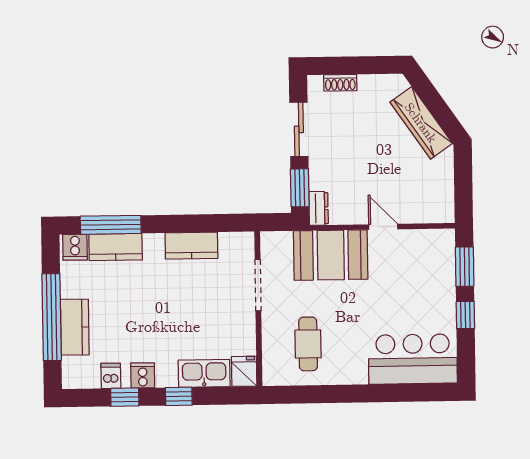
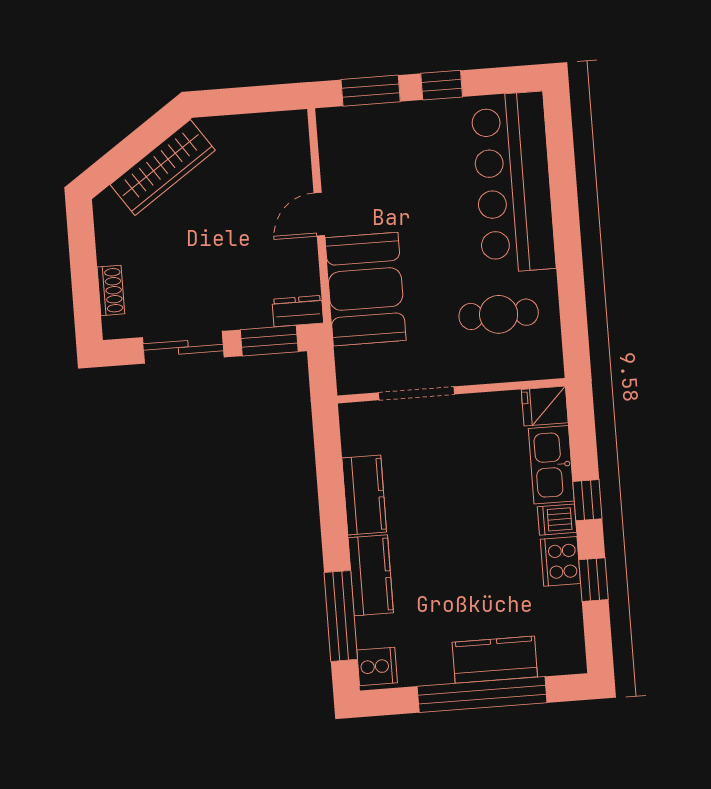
kitchen counter: (116, 247) -> (371, 575), moved
bar counter: (413, 359) -> (513, 182), width x1.36
cooker: (143, 375) -> (560, 561), width x1.36
dishwasher: (111, 376) -> (557, 520), moved

